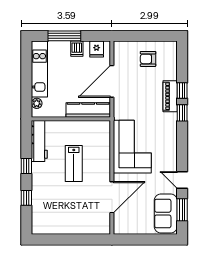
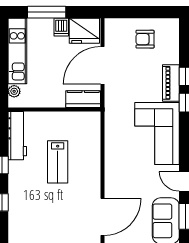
fridge: (97, 49) -> (84, 31), width x1.88, depth x1.34
kitchen counter: (88, 110) -> (83, 99), width x0.67
corner sofa: (132, 147) -> (157, 134), moved, turned 180
door: (112, 197) -> (102, 217), moved

